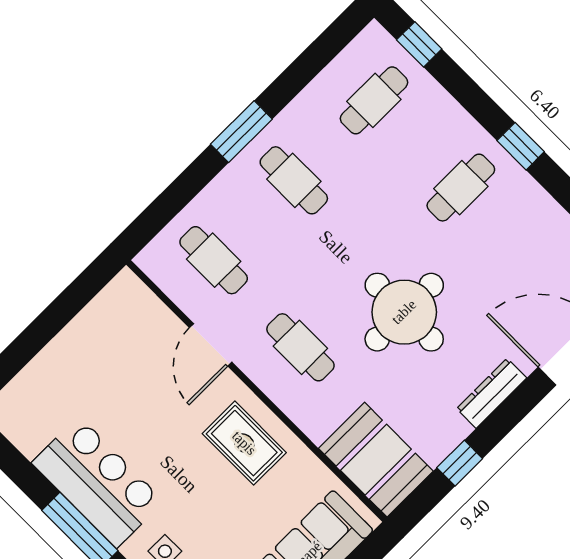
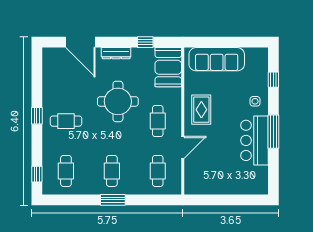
cafe table: (374, 100) -> (66, 171), turned 90

